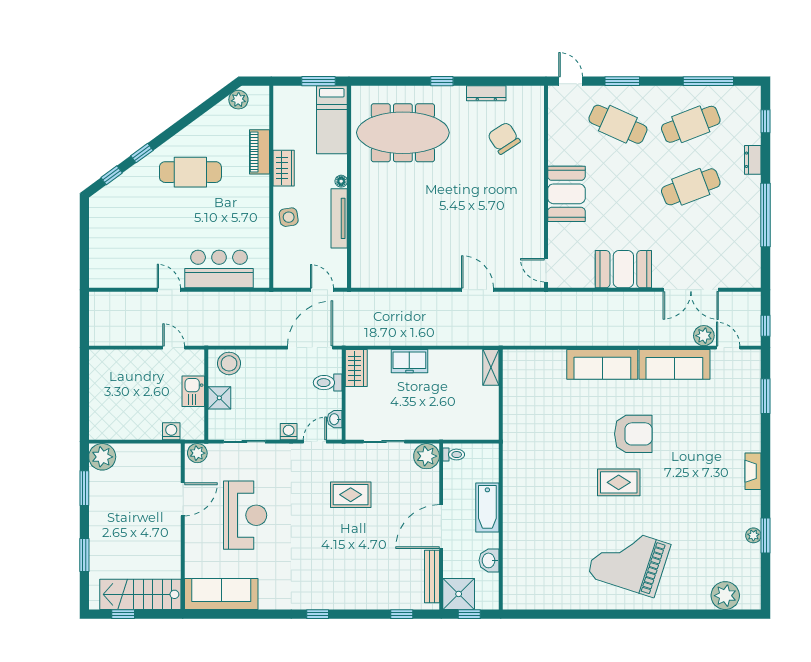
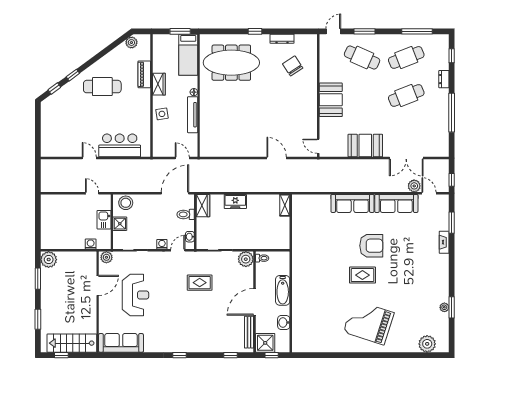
door: (571, 81) -> (333, 31), hinge flipped
fireplace: (753, 471) -> (444, 242), moved

